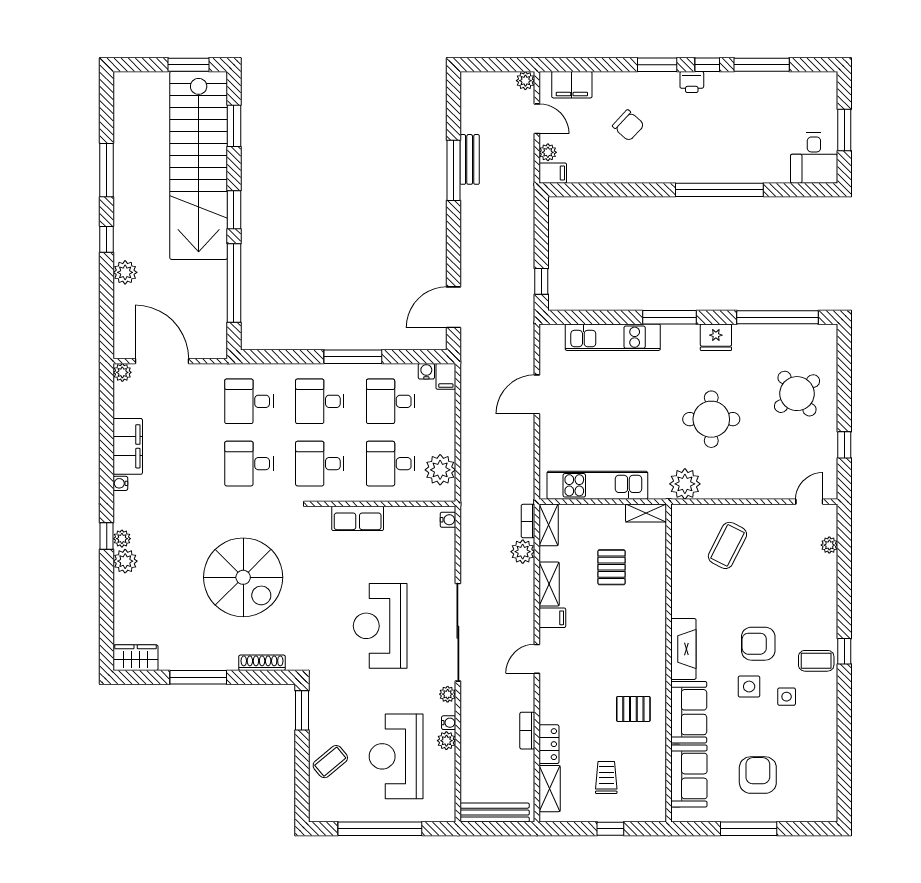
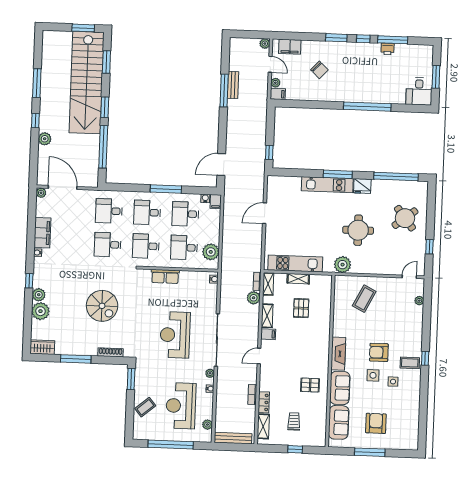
printer: (692, 82) -> (388, 49), moved
kitchen unit: (613, 337) -> (327, 185), moved
shelving: (646, 513) -> (298, 279), moved
plant: (122, 539) -> (40, 311), moved, width x1.87, depth x1.87
spiral stairs: (243, 577) -> (102, 306), width x0.73, depth x0.73
plant: (446, 741) -> (207, 425), moved

